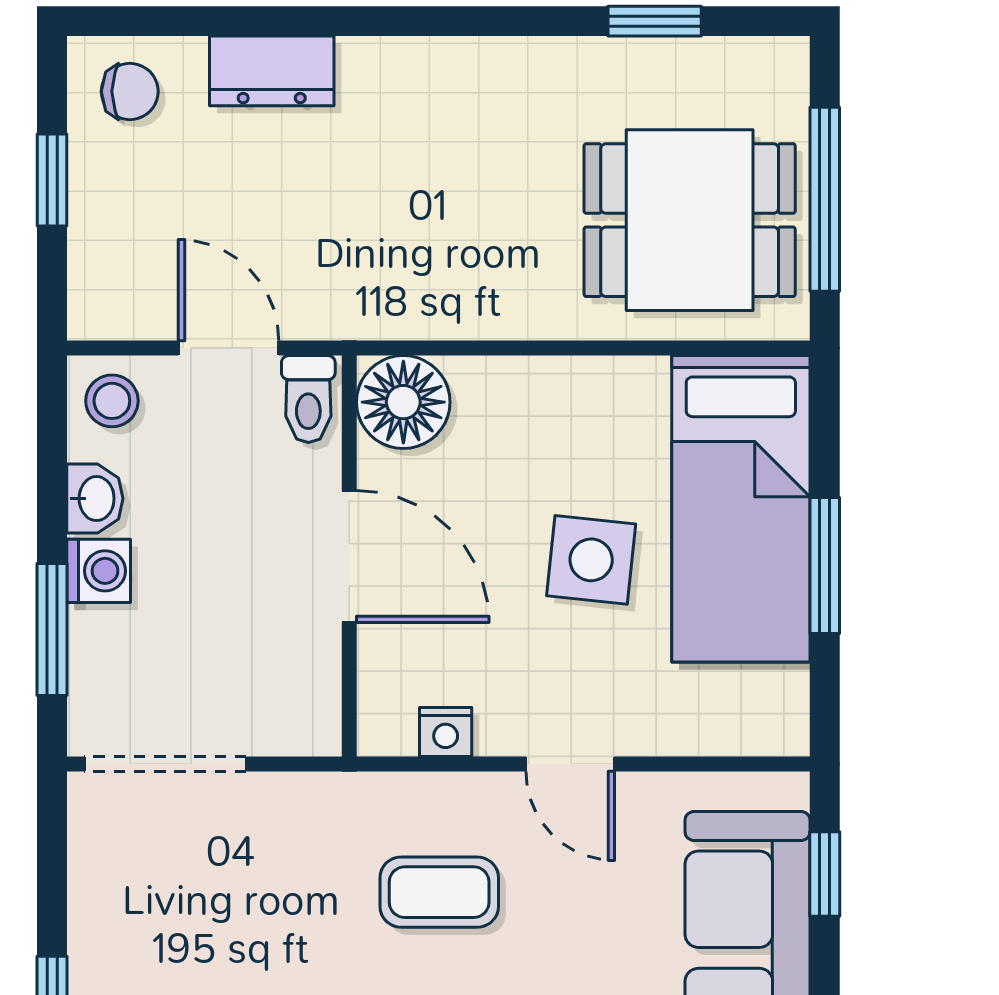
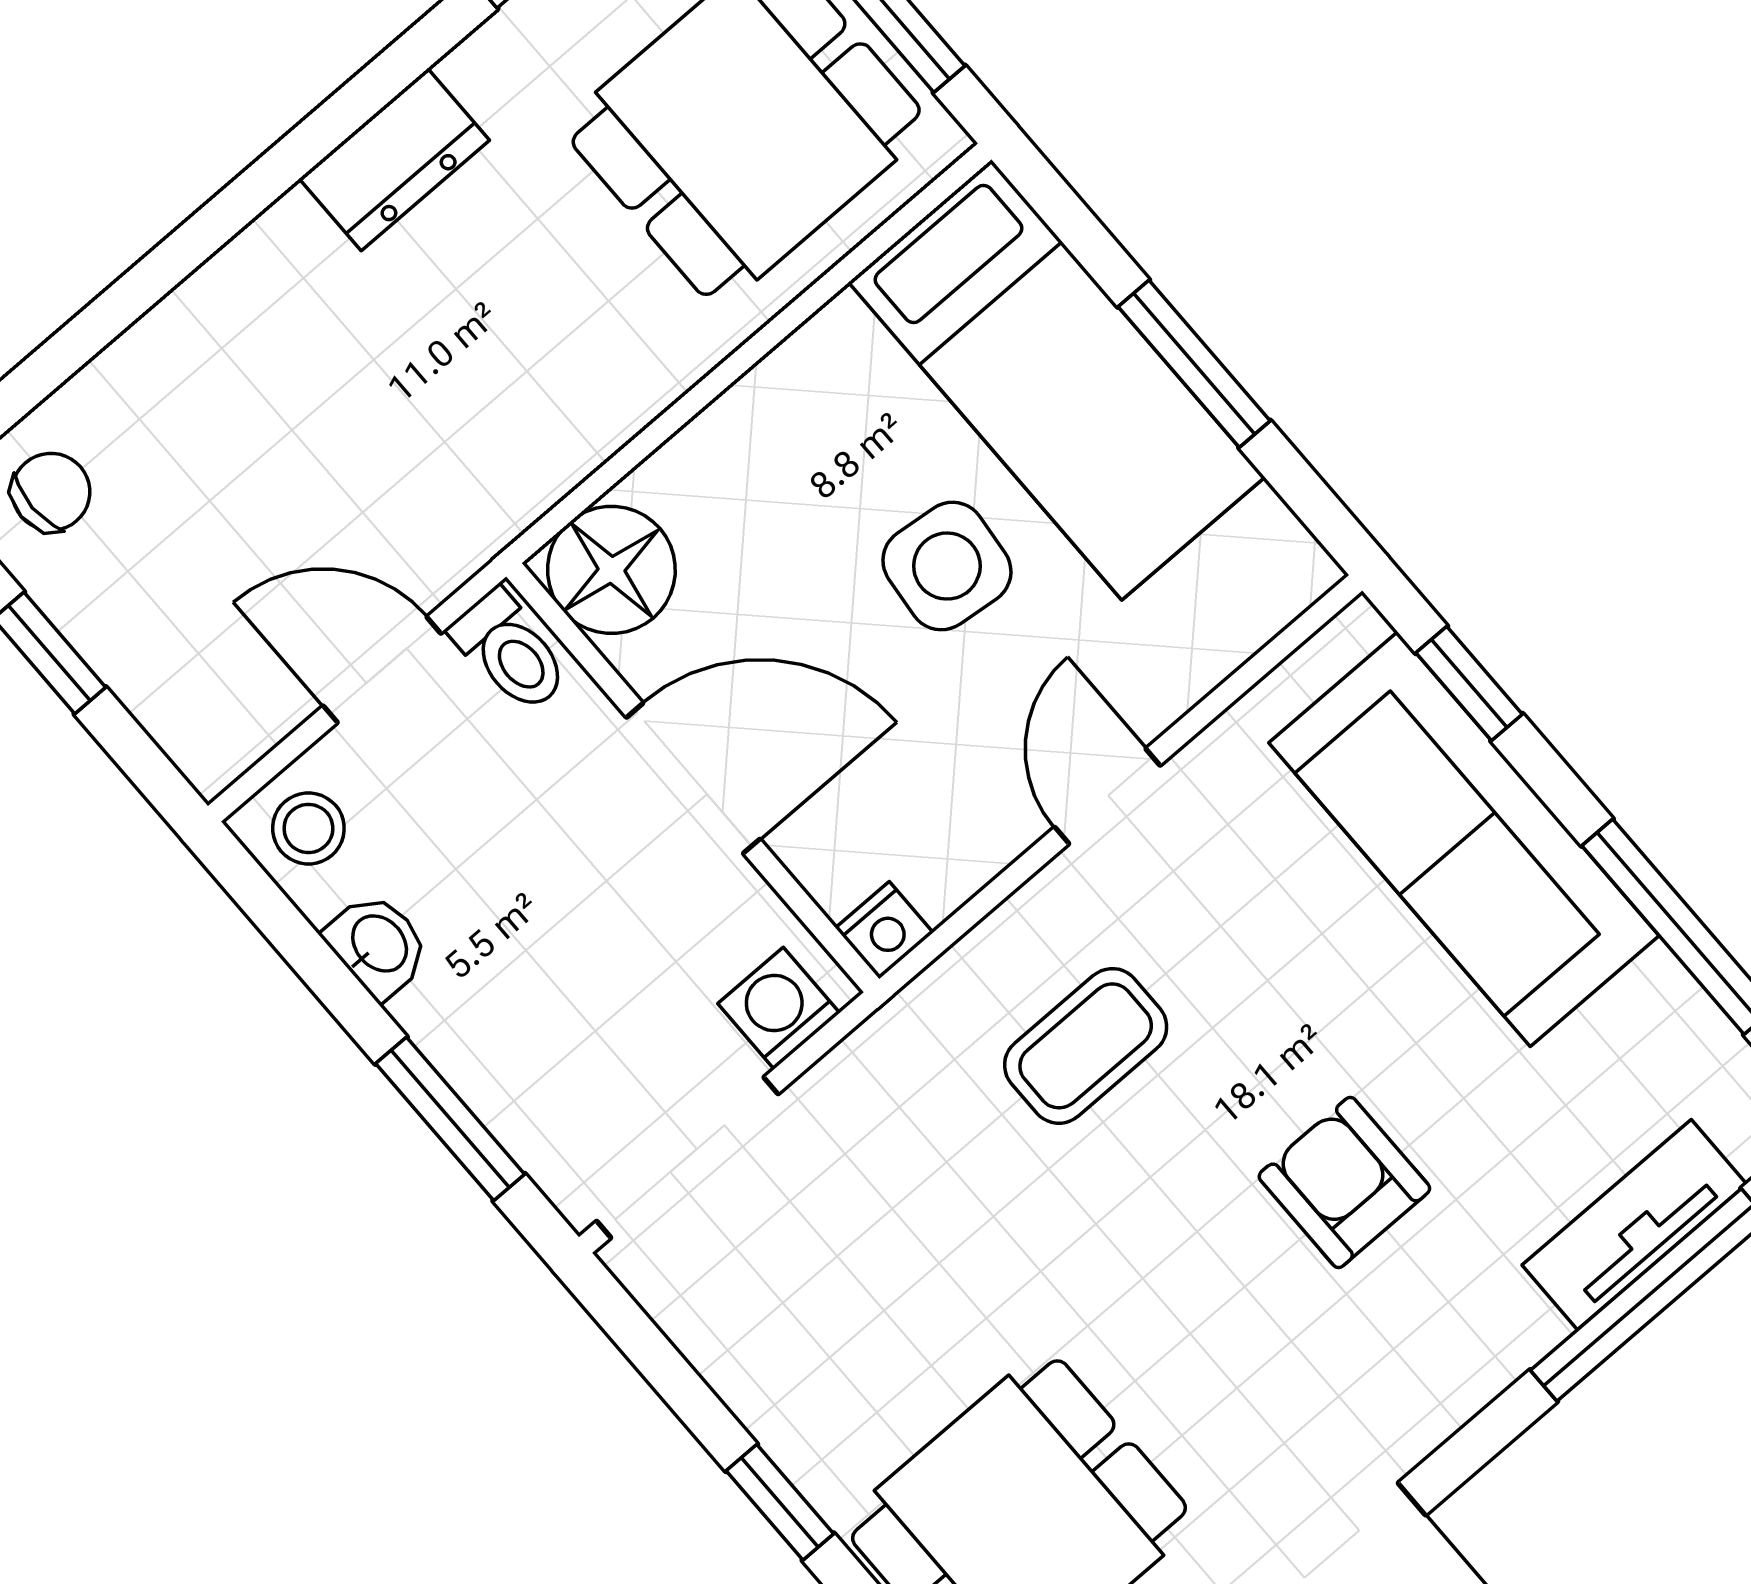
dresser: (272, 71) -> (394, 159), moved
washing machine: (99, 571) -> (779, 1008), moved, turned -90
nightstand: (446, 732) -> (884, 930), moved
door: (570, 764) -> (1107, 796), swing flipped

